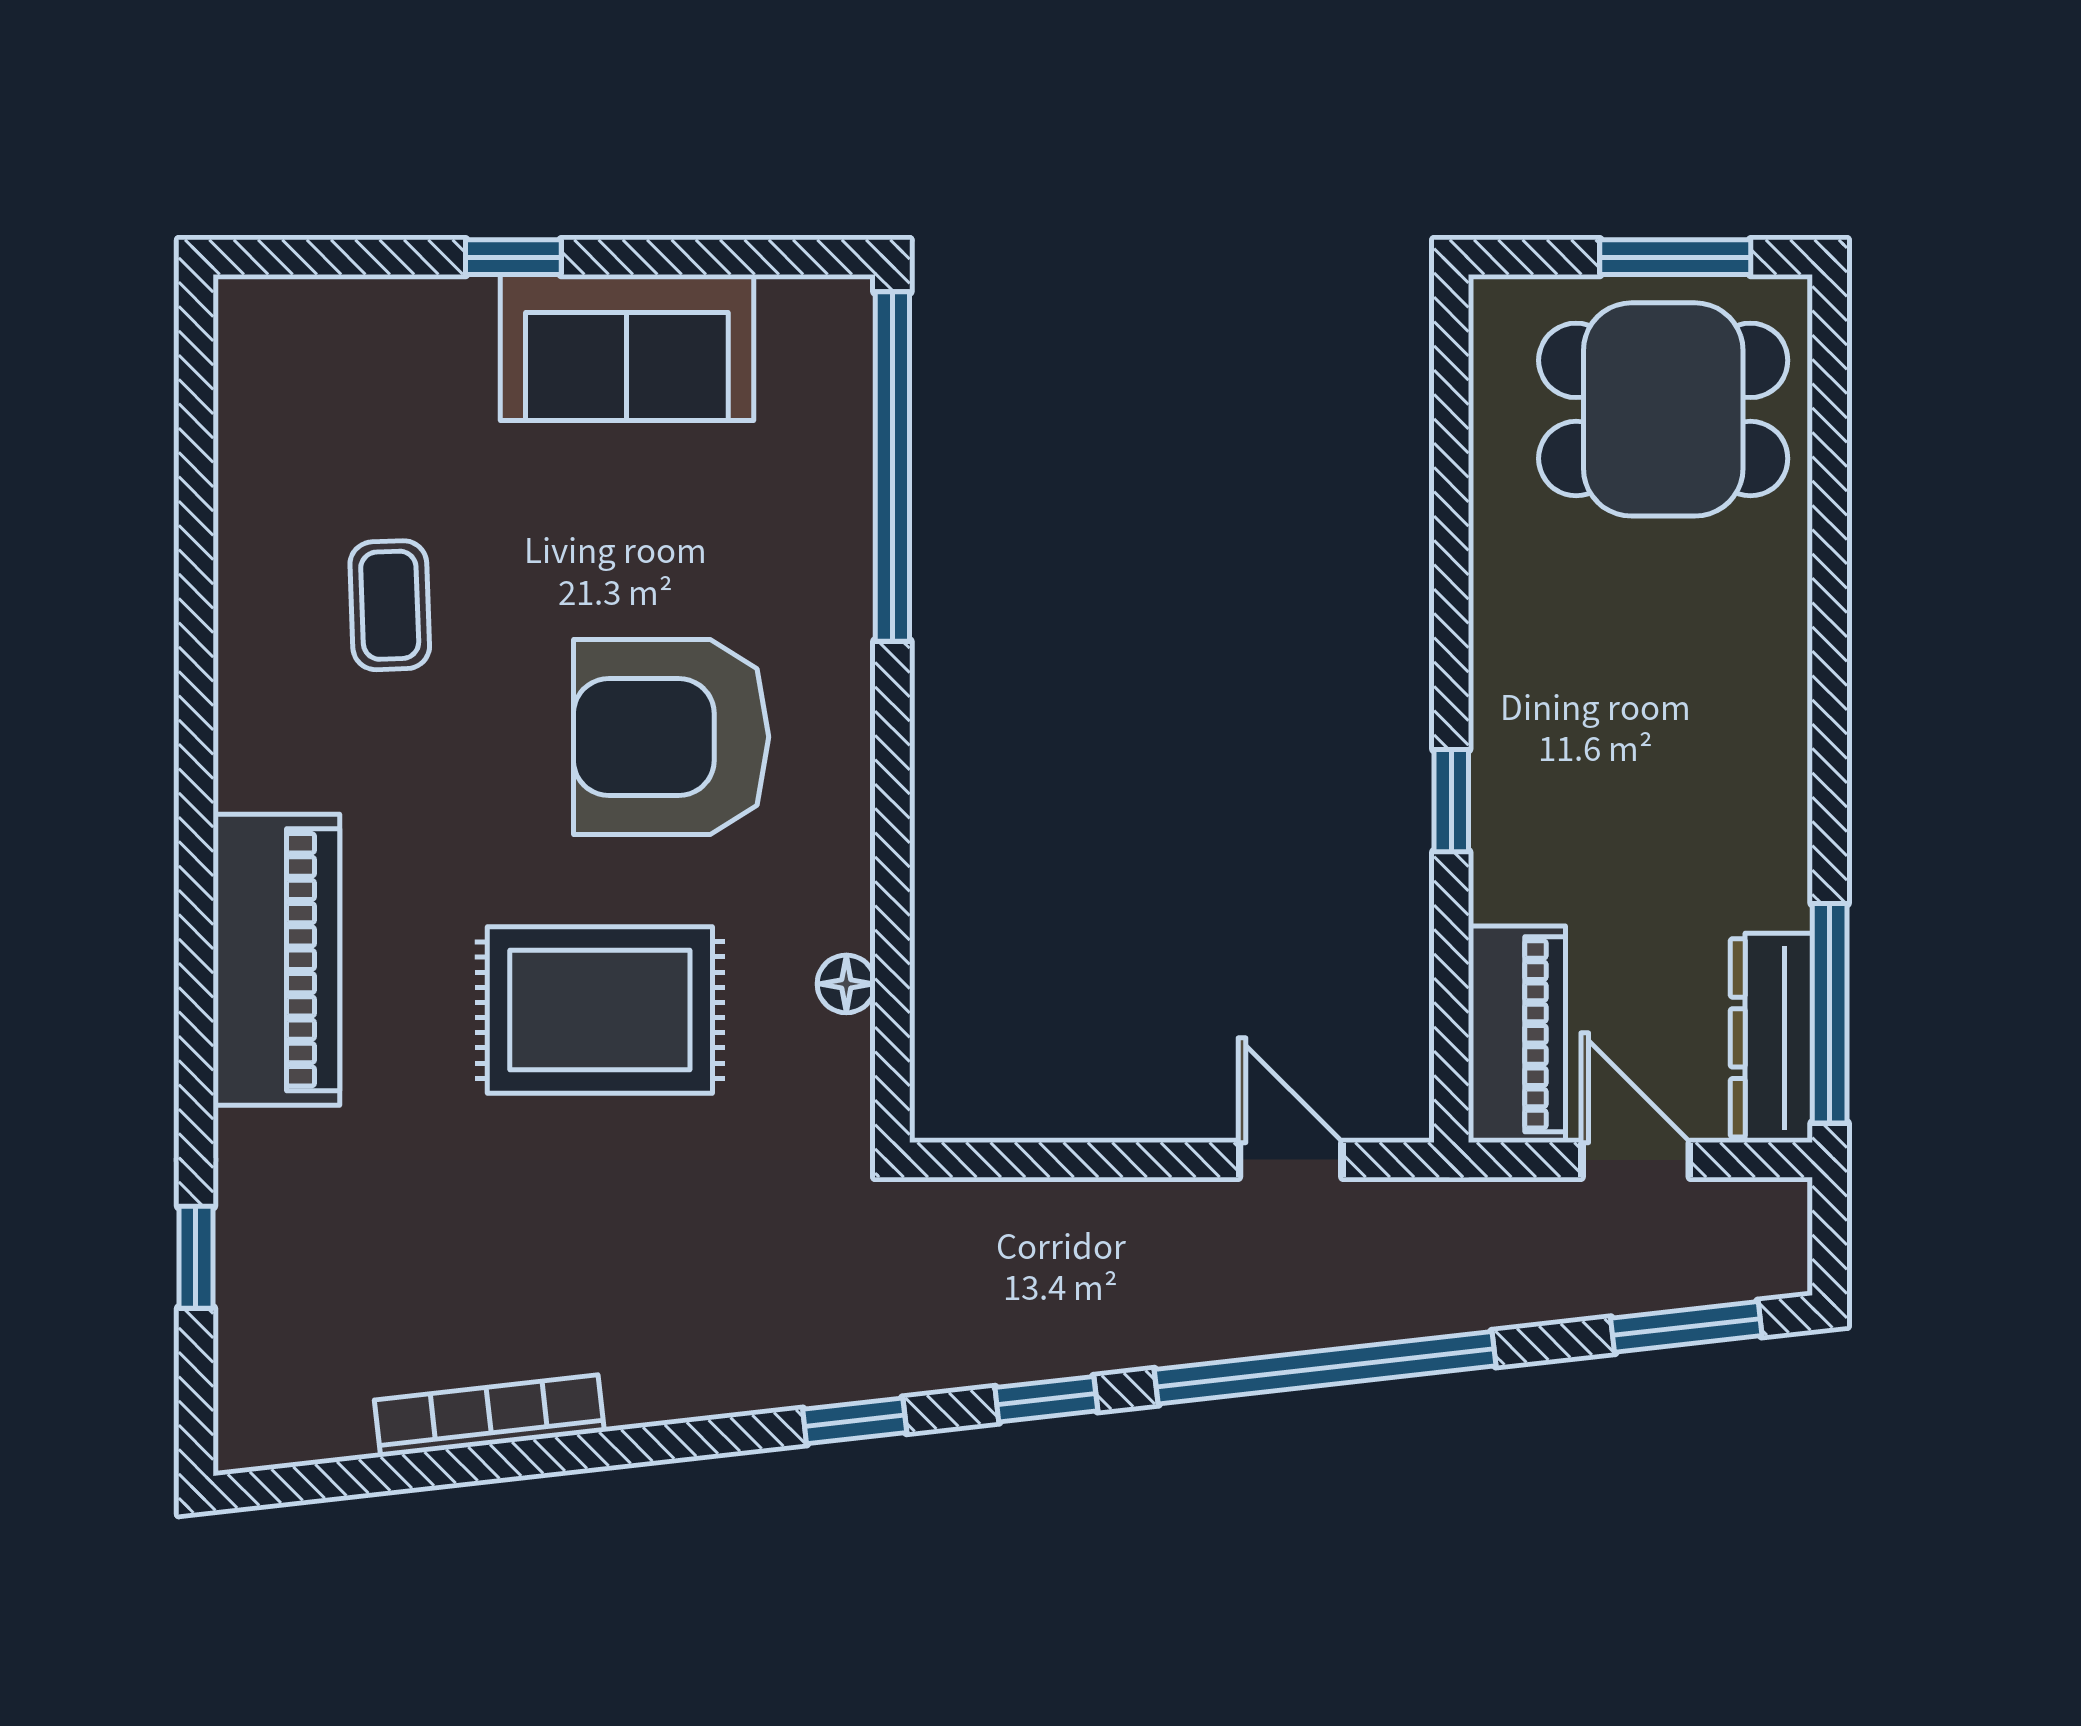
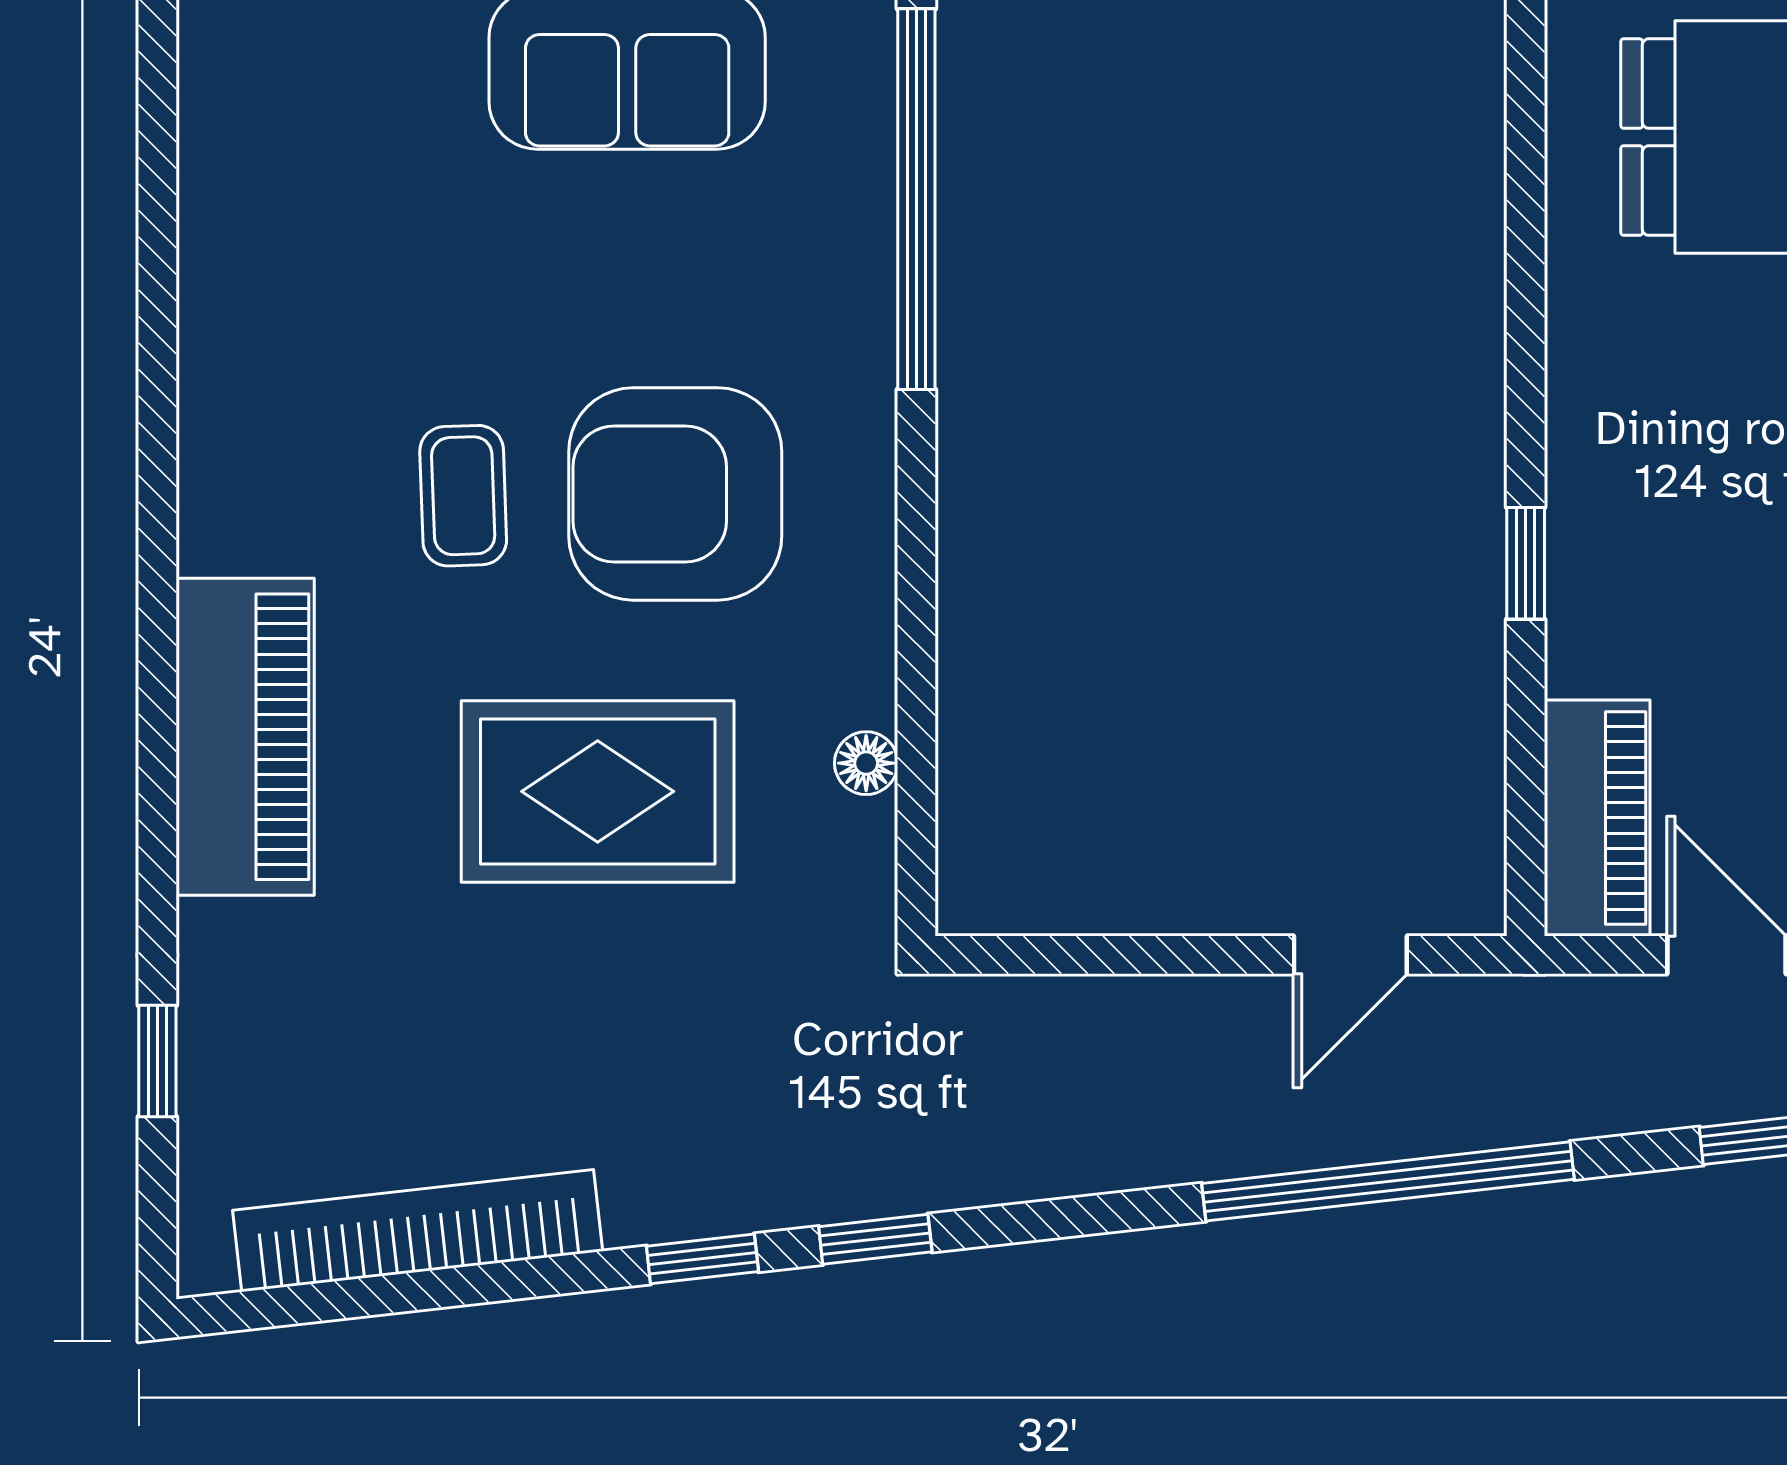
coffee table: (390, 605) -> (463, 496), moved
door: (1291, 1160) -> (1350, 955), swing flipped
window: (1046, 1399) -> (702, 1259), moved
bookcase: (489, 1416) -> (418, 1231), width x1.48, depth x1.31

